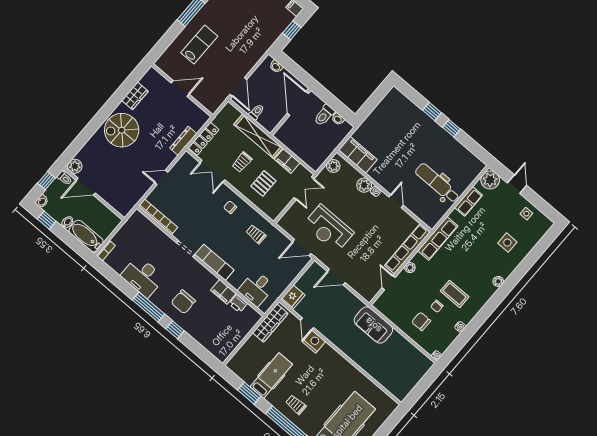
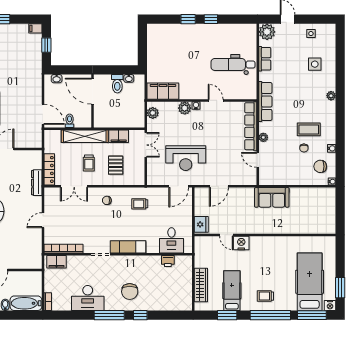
filing cabinet: (223, 292) -> (56, 262), moved
chair: (421, 321) -> (320, 166), moved
wardrobe: (270, 323) -> (201, 285), moved

